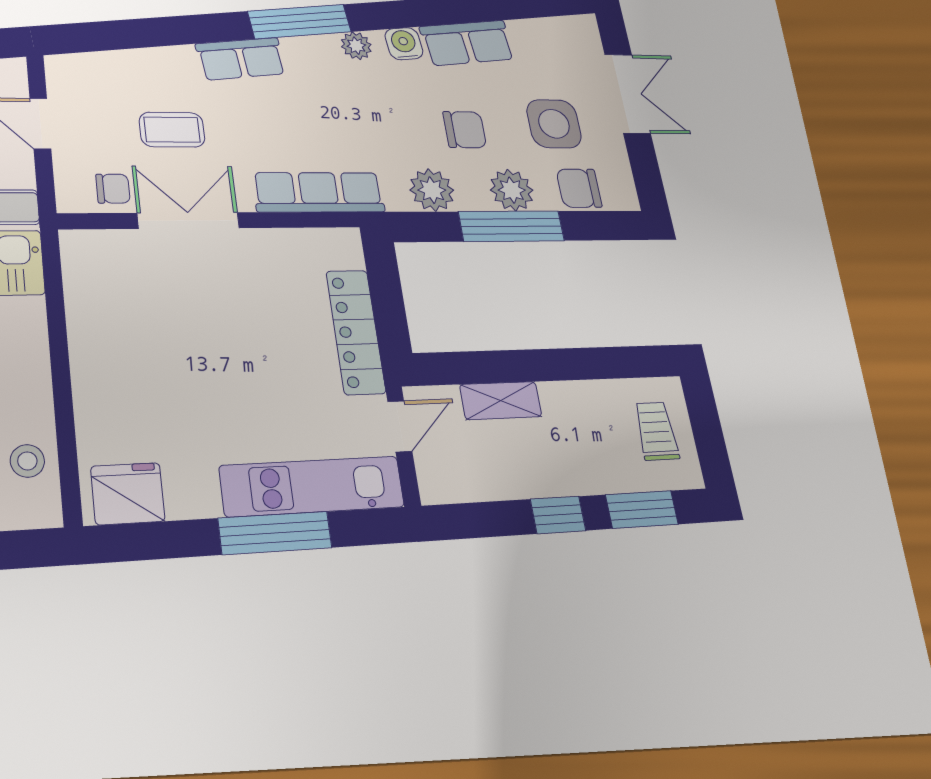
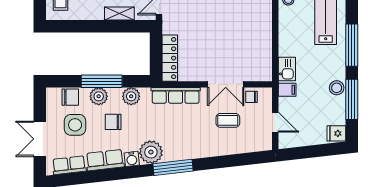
plant: (356, 46) -> (151, 152), width x1.88, depth x1.88
row of seats: (241, 59) -> (69, 165), moved
locker: (356, 332) -> (170, 58), moved

